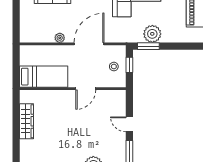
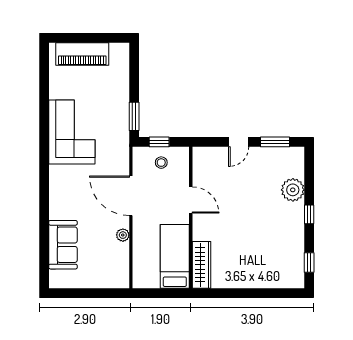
plant: (152, 34) -> (118, 111), removed
wardrobe: (27, 121) -> (201, 265), moved, turned 90

